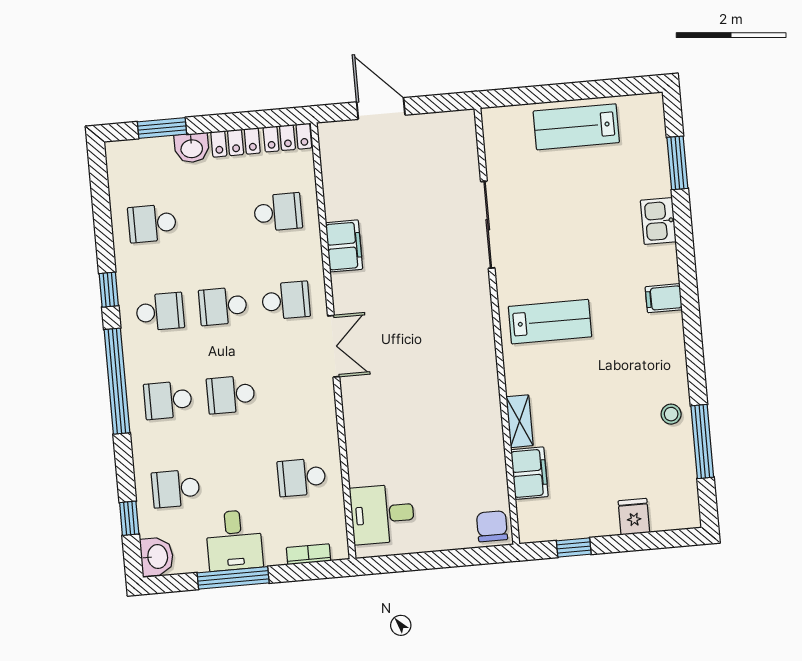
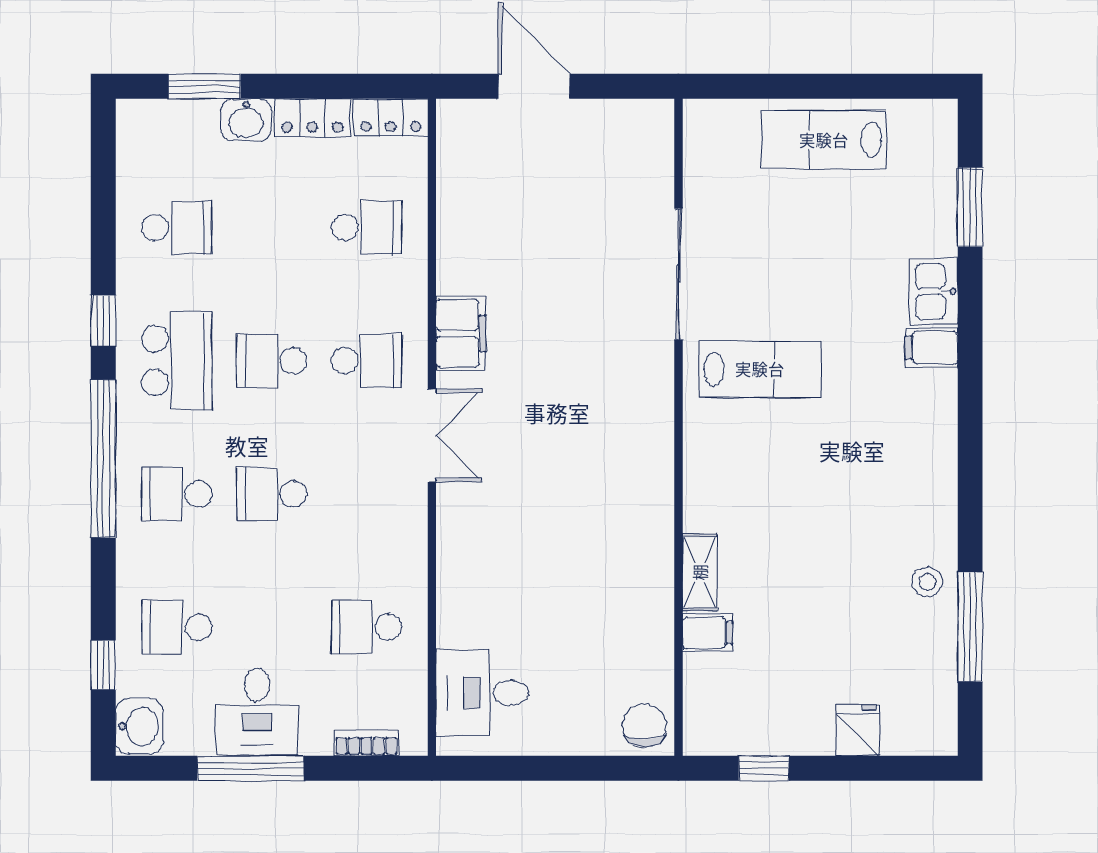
school desk: (152, 223) -> (177, 227), turned 180
filing cabinet: (344, 246) -> (461, 333), moved
filing cabinet: (664, 298) -> (932, 348), moved
school desk: (160, 312) -> (177, 361), width x1.85
lab bench: (550, 322) -> (760, 369), moved
filing cabinet: (529, 473) -> (707, 633), width x0.50

